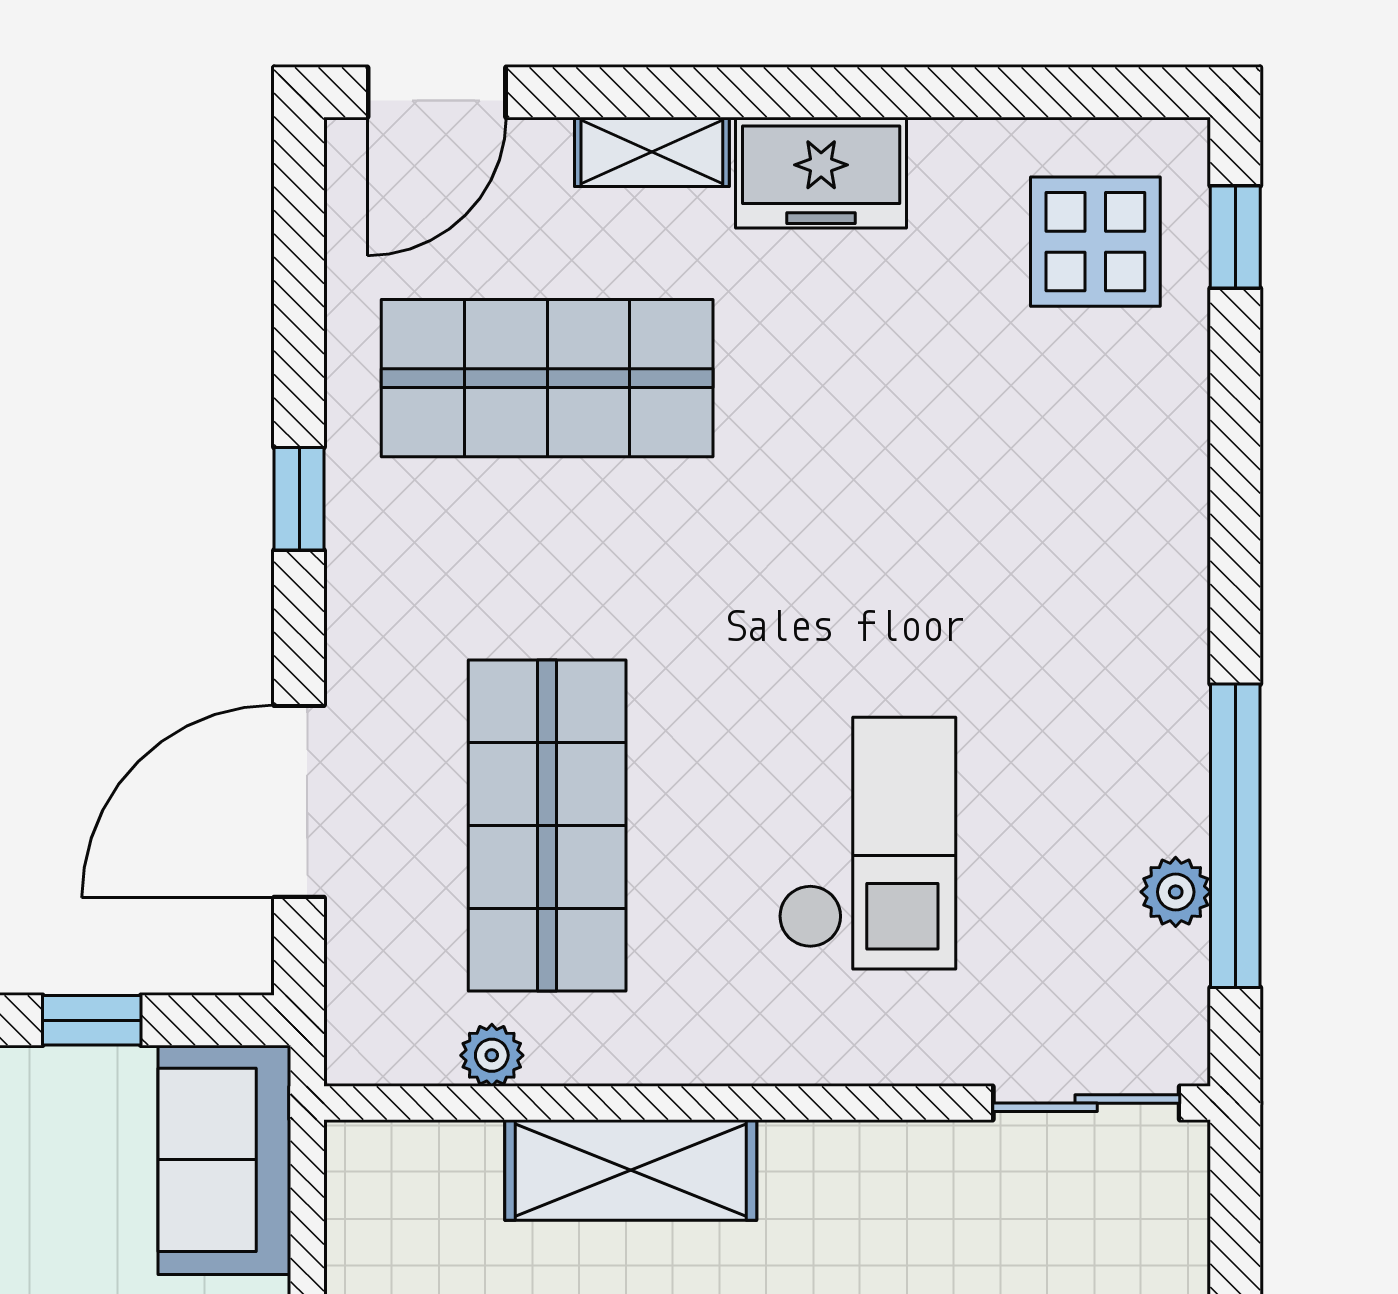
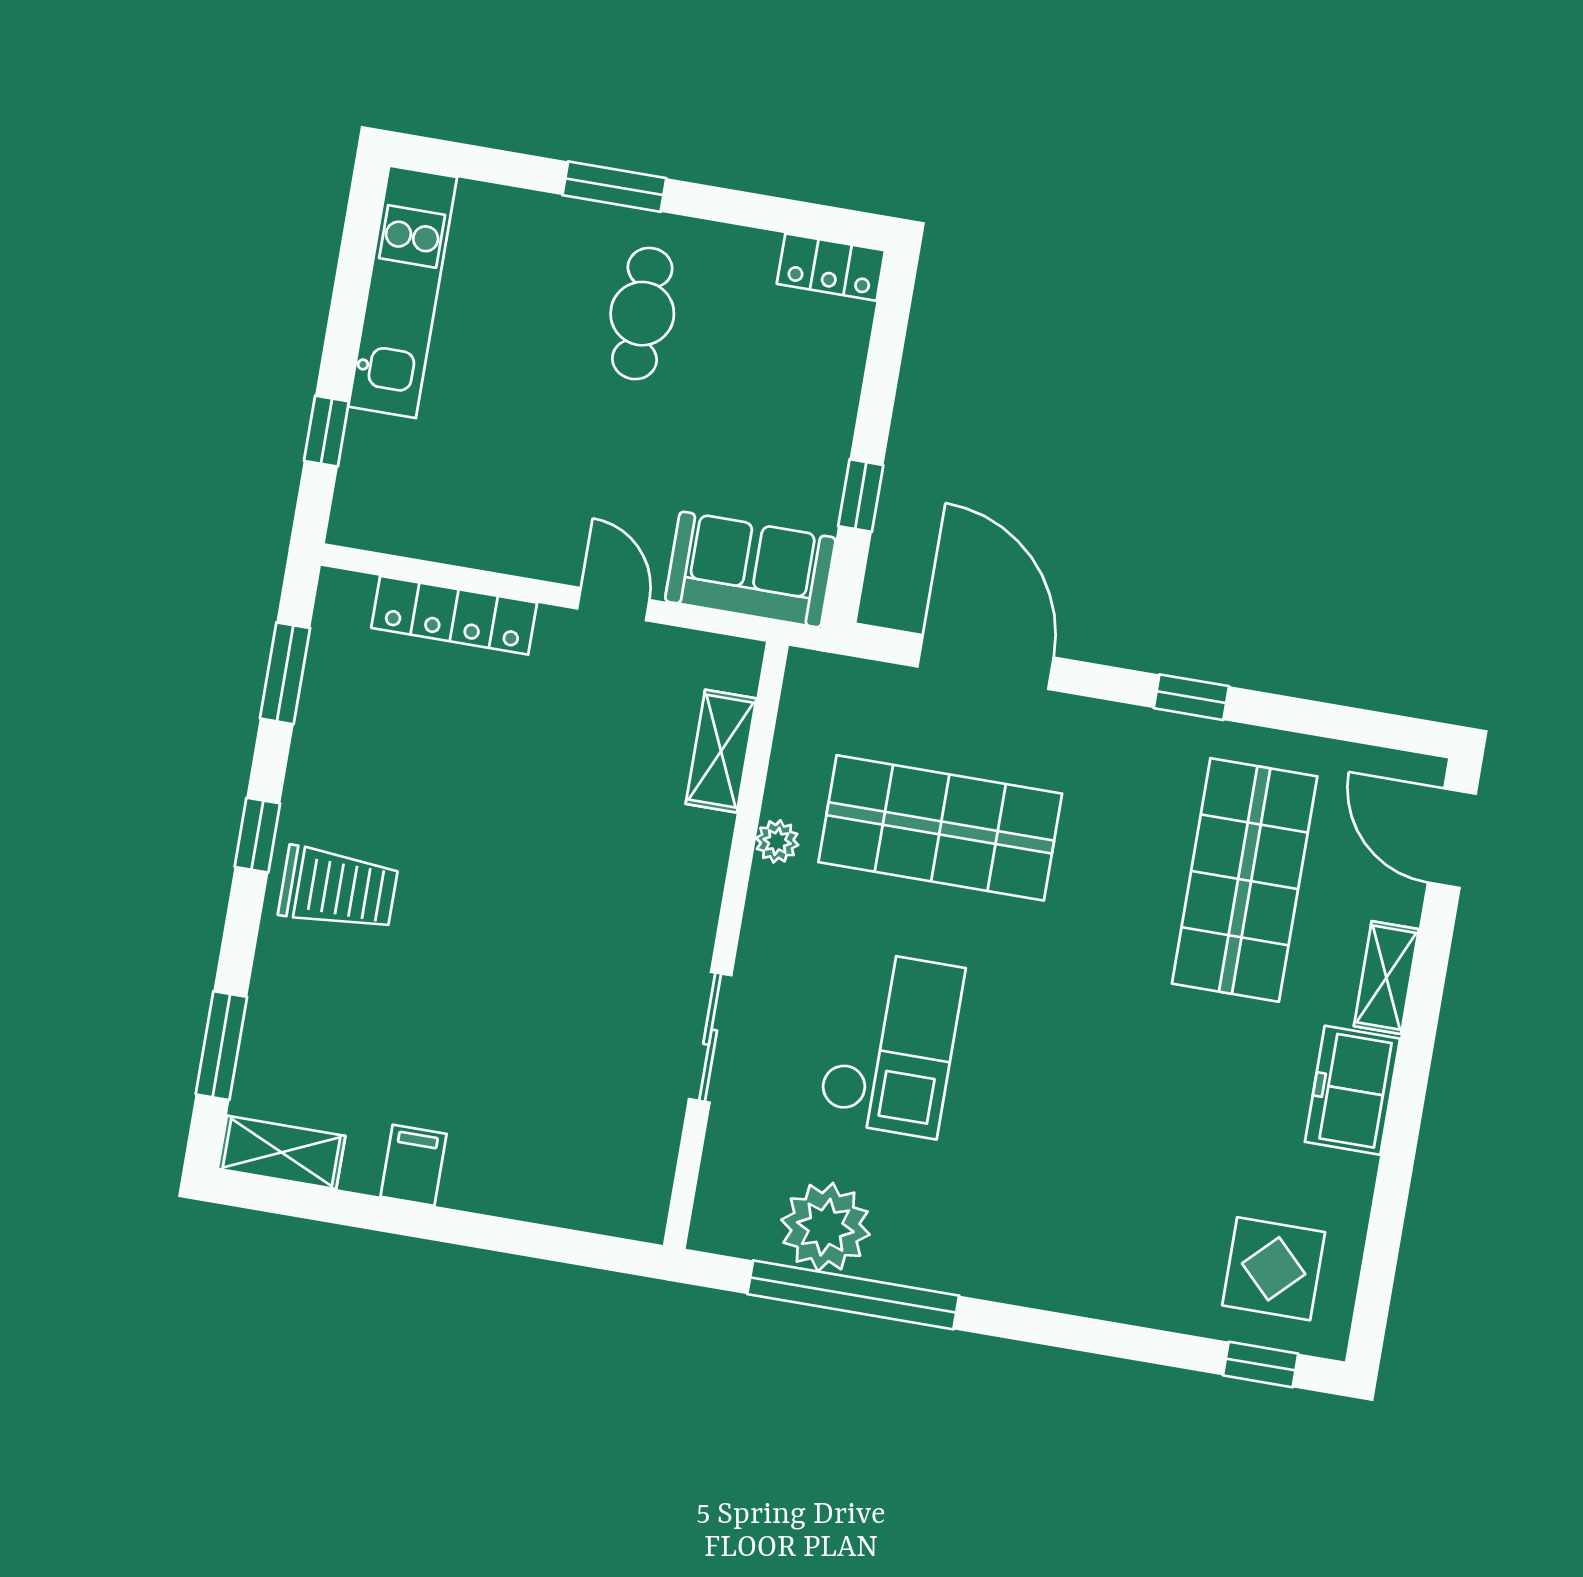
checkout: (867, 843) -> (891, 1043), turned -90
plant: (1176, 892) -> (825, 1227), width x1.88, depth x1.88
plant: (492, 1055) -> (777, 841), moved
sliding door: (1086, 1103) -> (710, 1037), moved
shelving: (631, 1170) -> (721, 751), moved, width x0.67, depth x0.75

